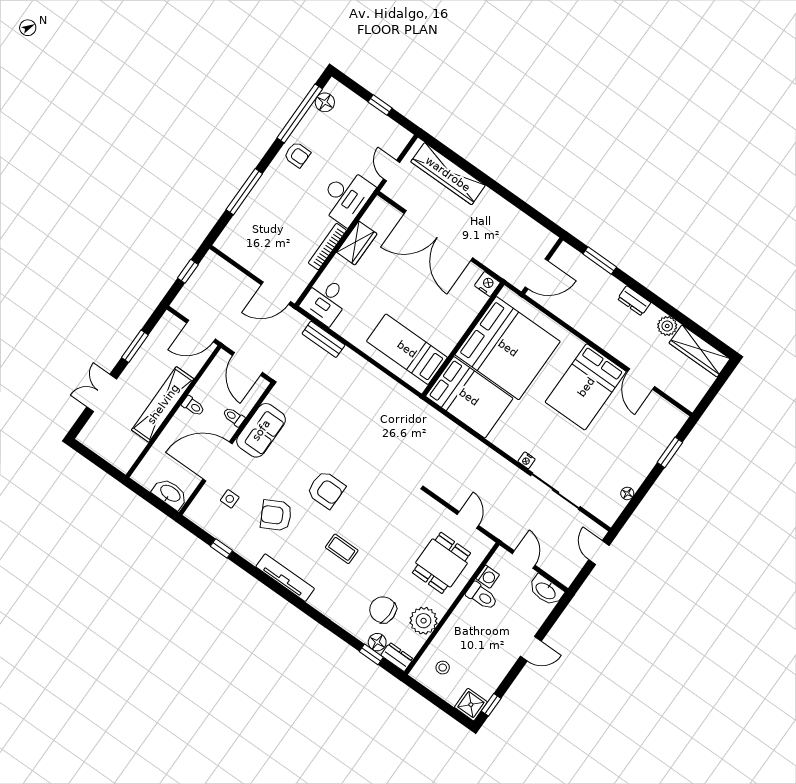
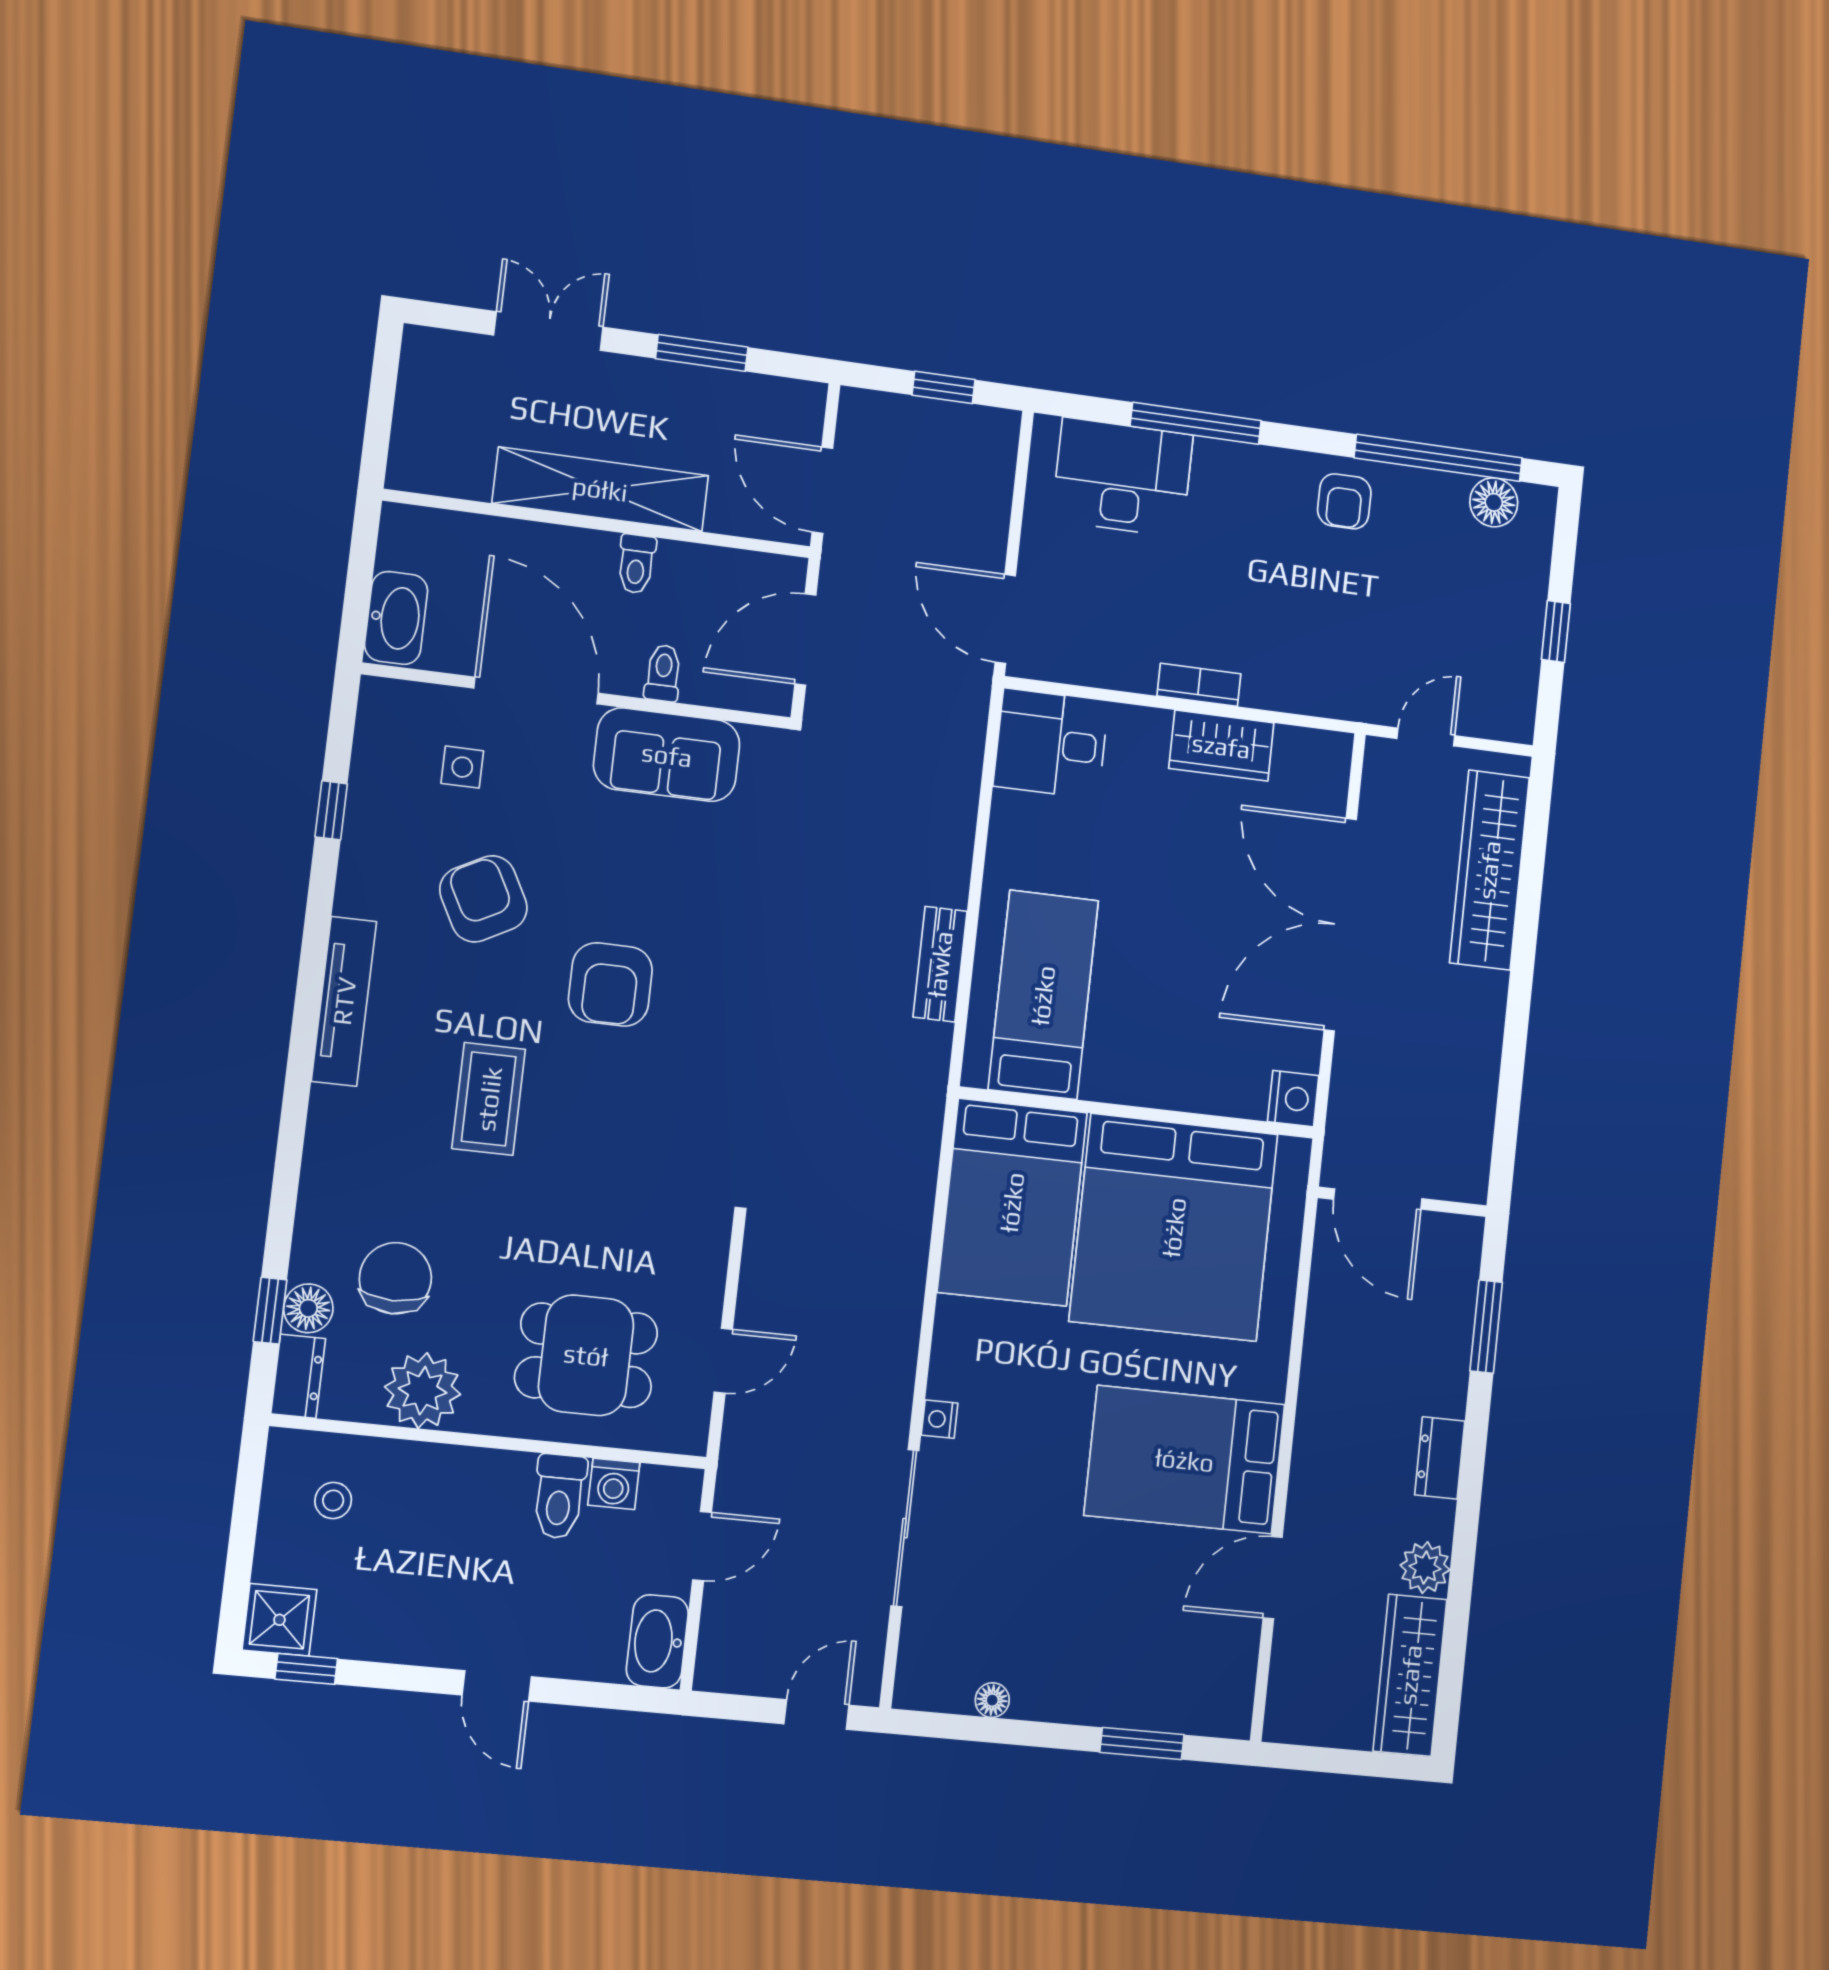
desk: (346, 197) -> (1122, 477), moved, turned 180
bookcase: (327, 247) -> (1199, 685), width x0.64
bench: (323, 339) -> (940, 964), moved
coffee table: (342, 549) -> (489, 1099), width x1.36, depth x1.30

